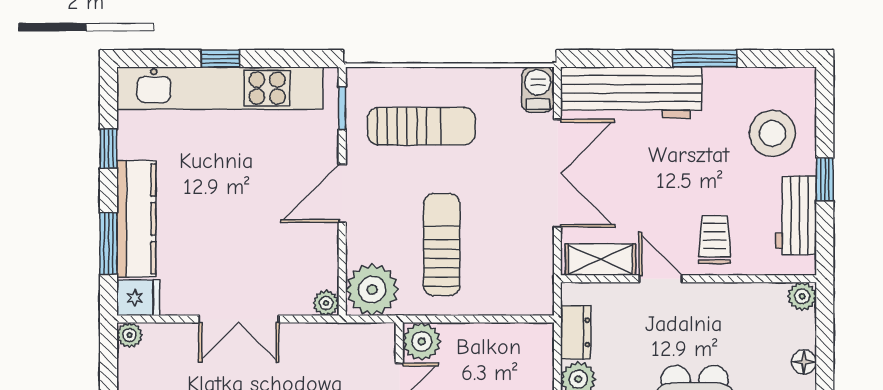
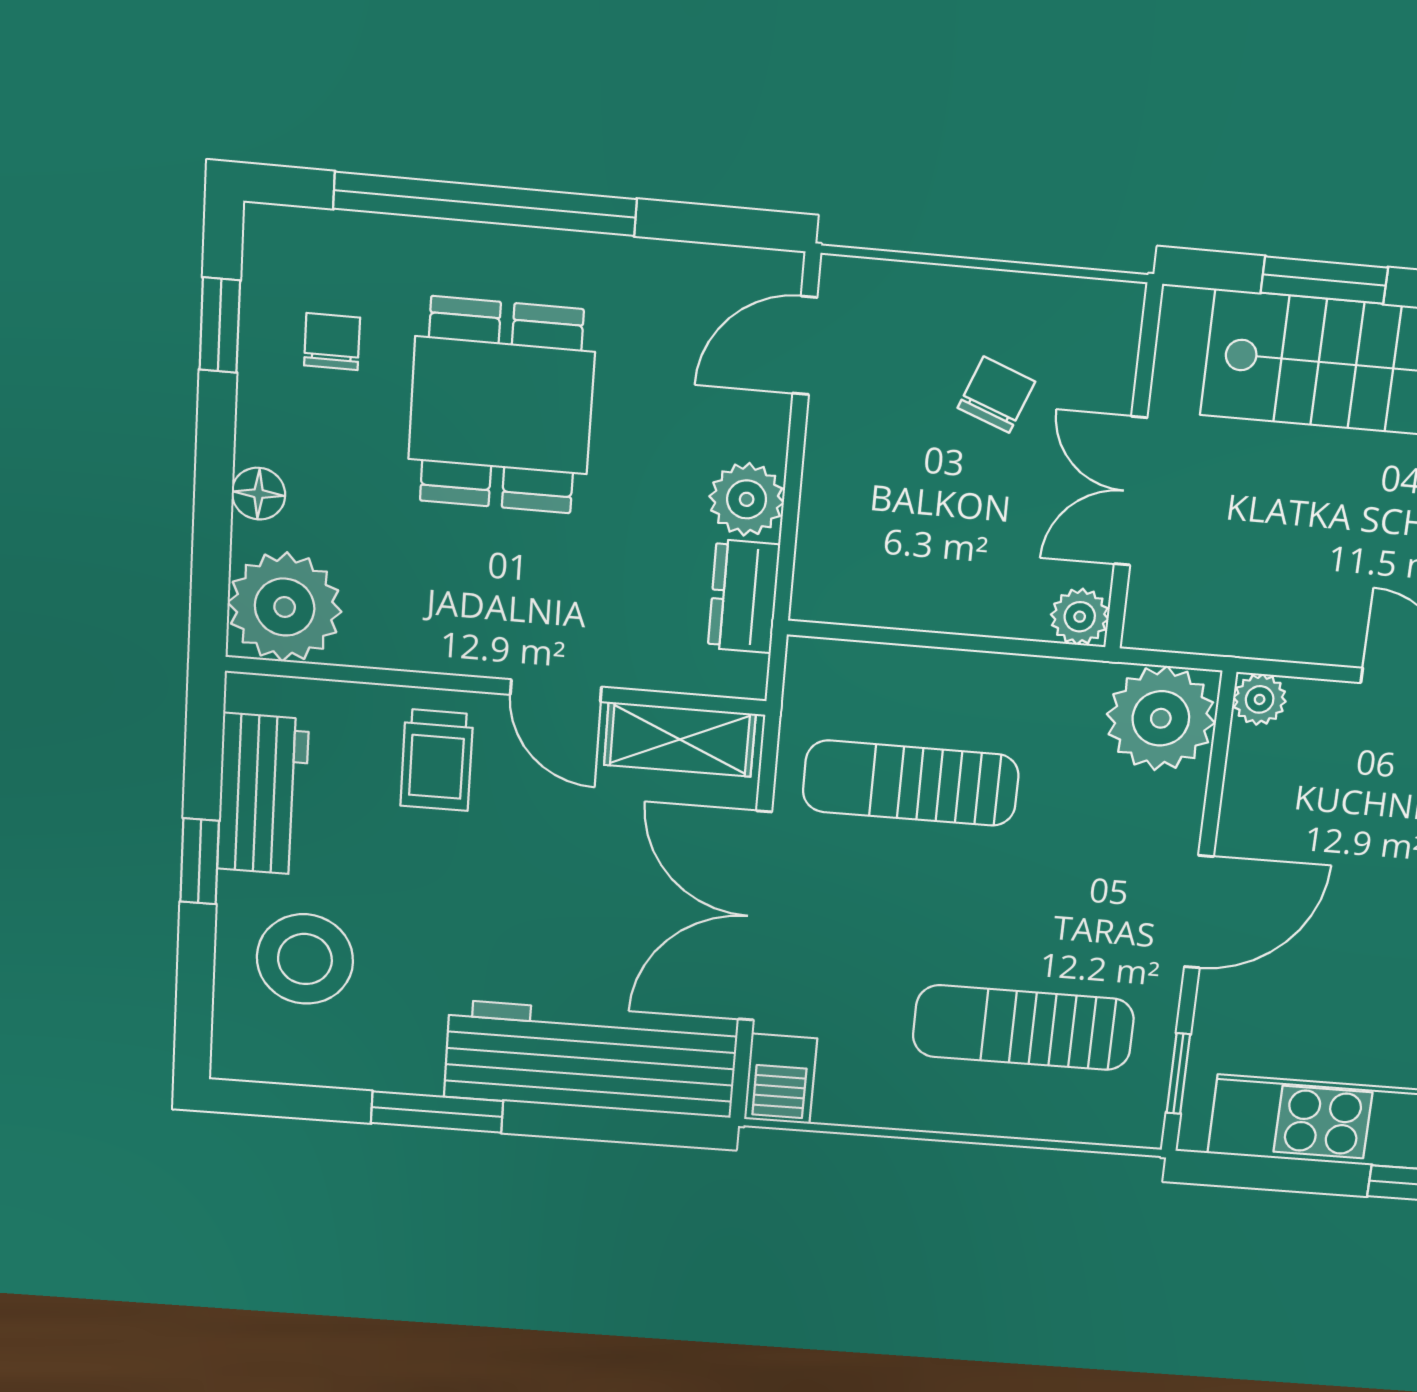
sun lounger: (442, 245) -> (911, 783), moved, turned 90
plant: (802, 296) -> (285, 607), width x1.87, depth x1.87
plant: (422, 341) -> (1080, 617), width x0.73, depth x0.73

